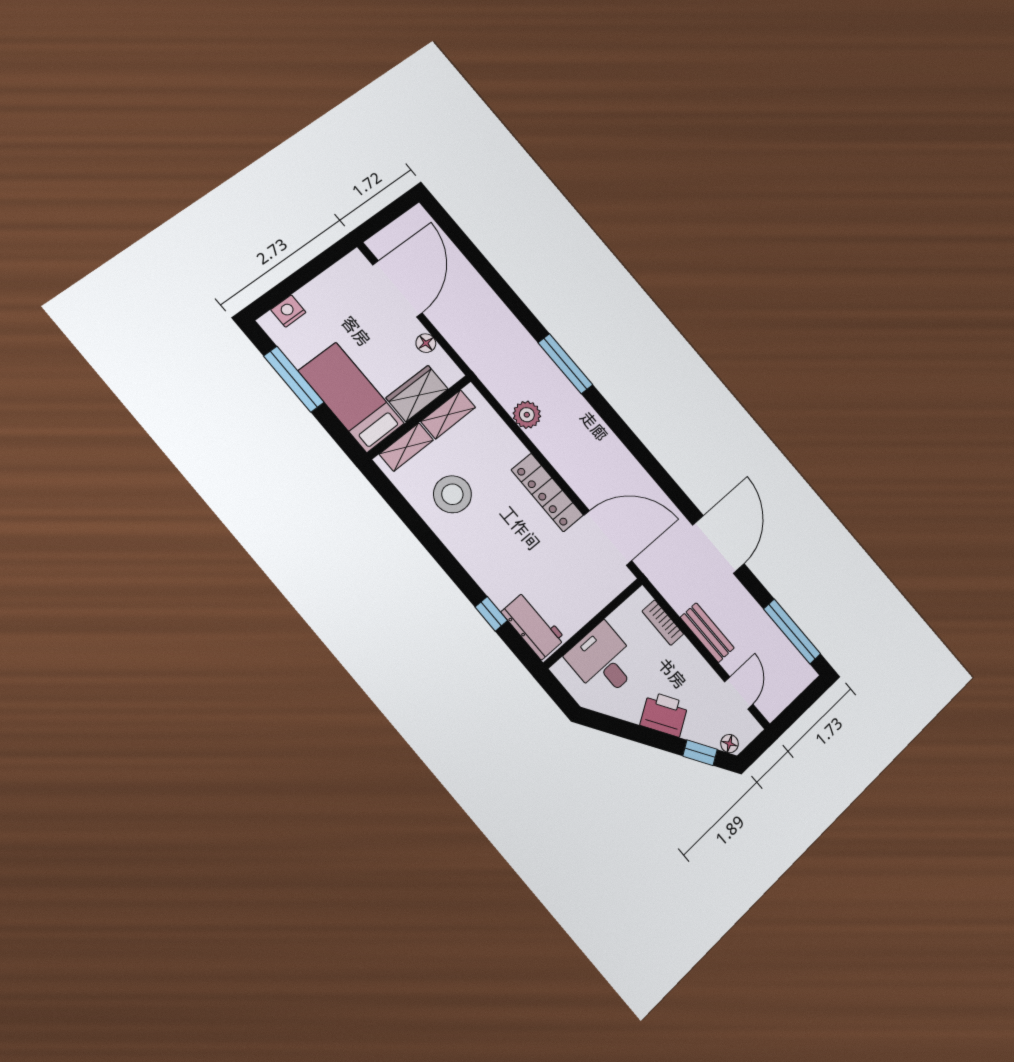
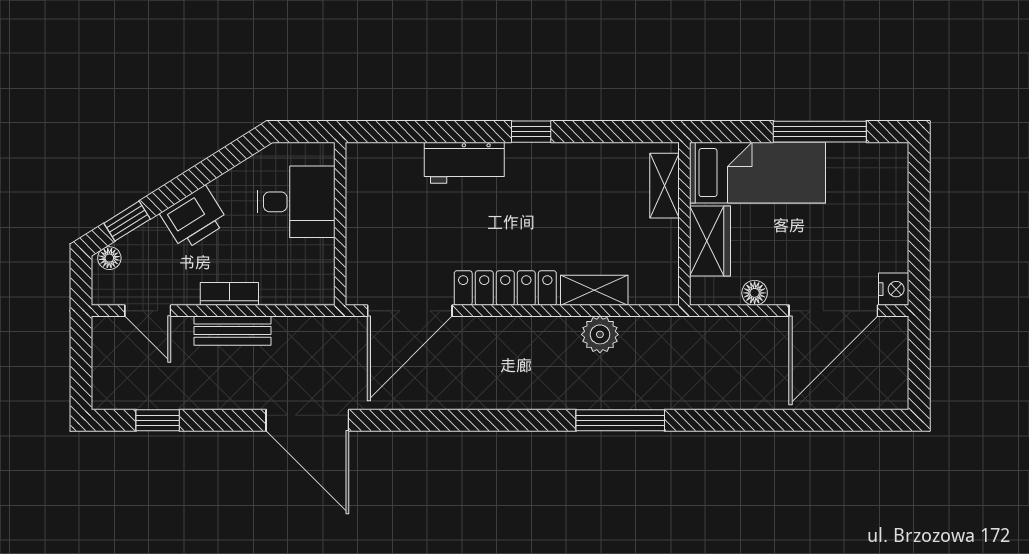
door: (397, 289) -> (833, 311), hinge flipped
nightstand: (288, 311) -> (894, 289), moved
shelving: (448, 414) -> (594, 290), moved, turned 90
stool: (452, 494) -> (581, 192), removed
window: (491, 614) -> (531, 132), moved
bookcase: (663, 623) -> (229, 294), moved
workbench: (533, 625) -> (464, 163), moved
window: (792, 631) -> (158, 420), width x0.46

